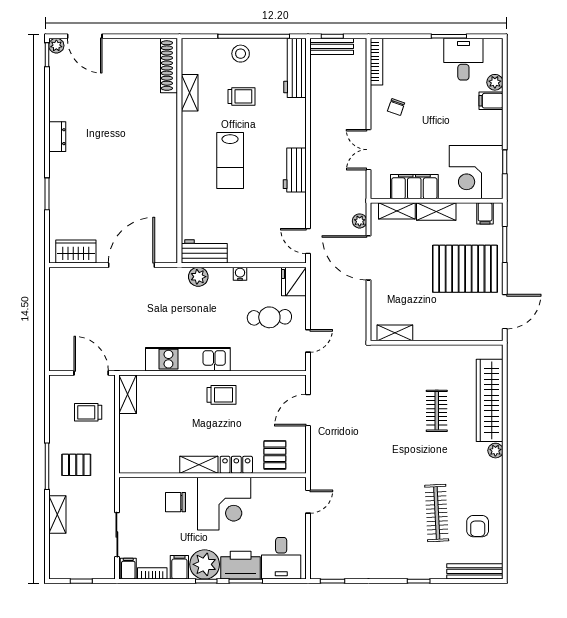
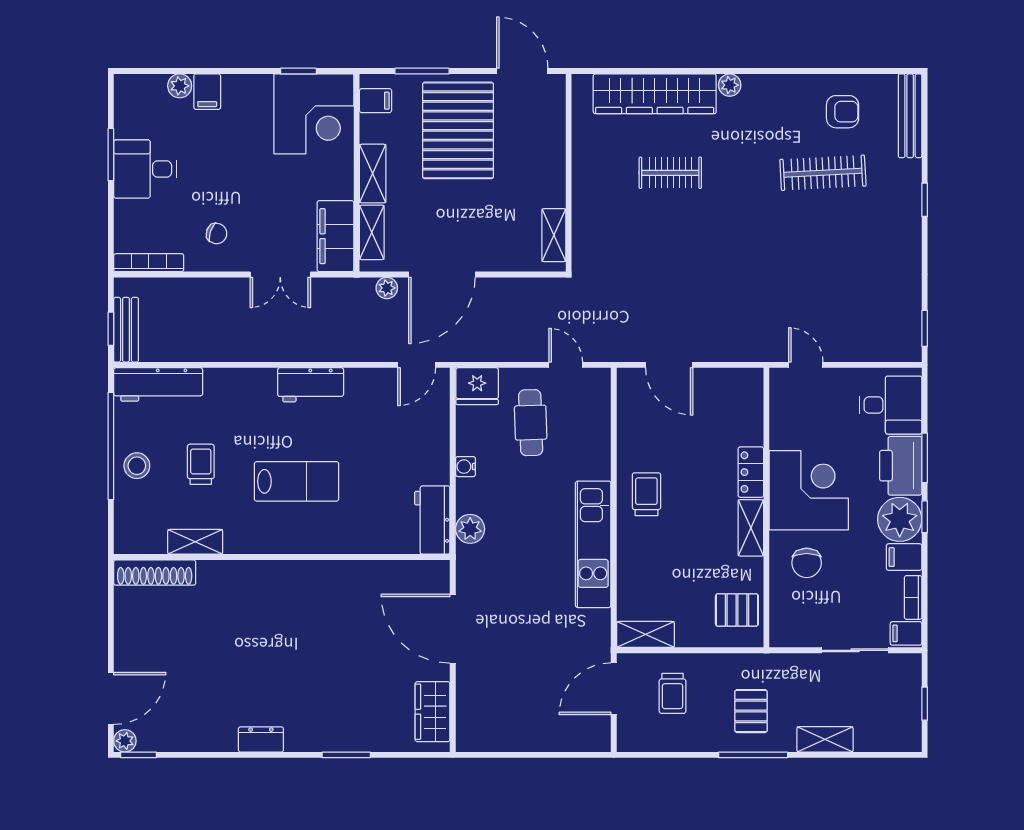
desk: (463, 59) -> (145, 169), moved
filing cabinet: (414, 187) -> (335, 236), moved
pallet: (275, 455) -> (737, 610), moved

